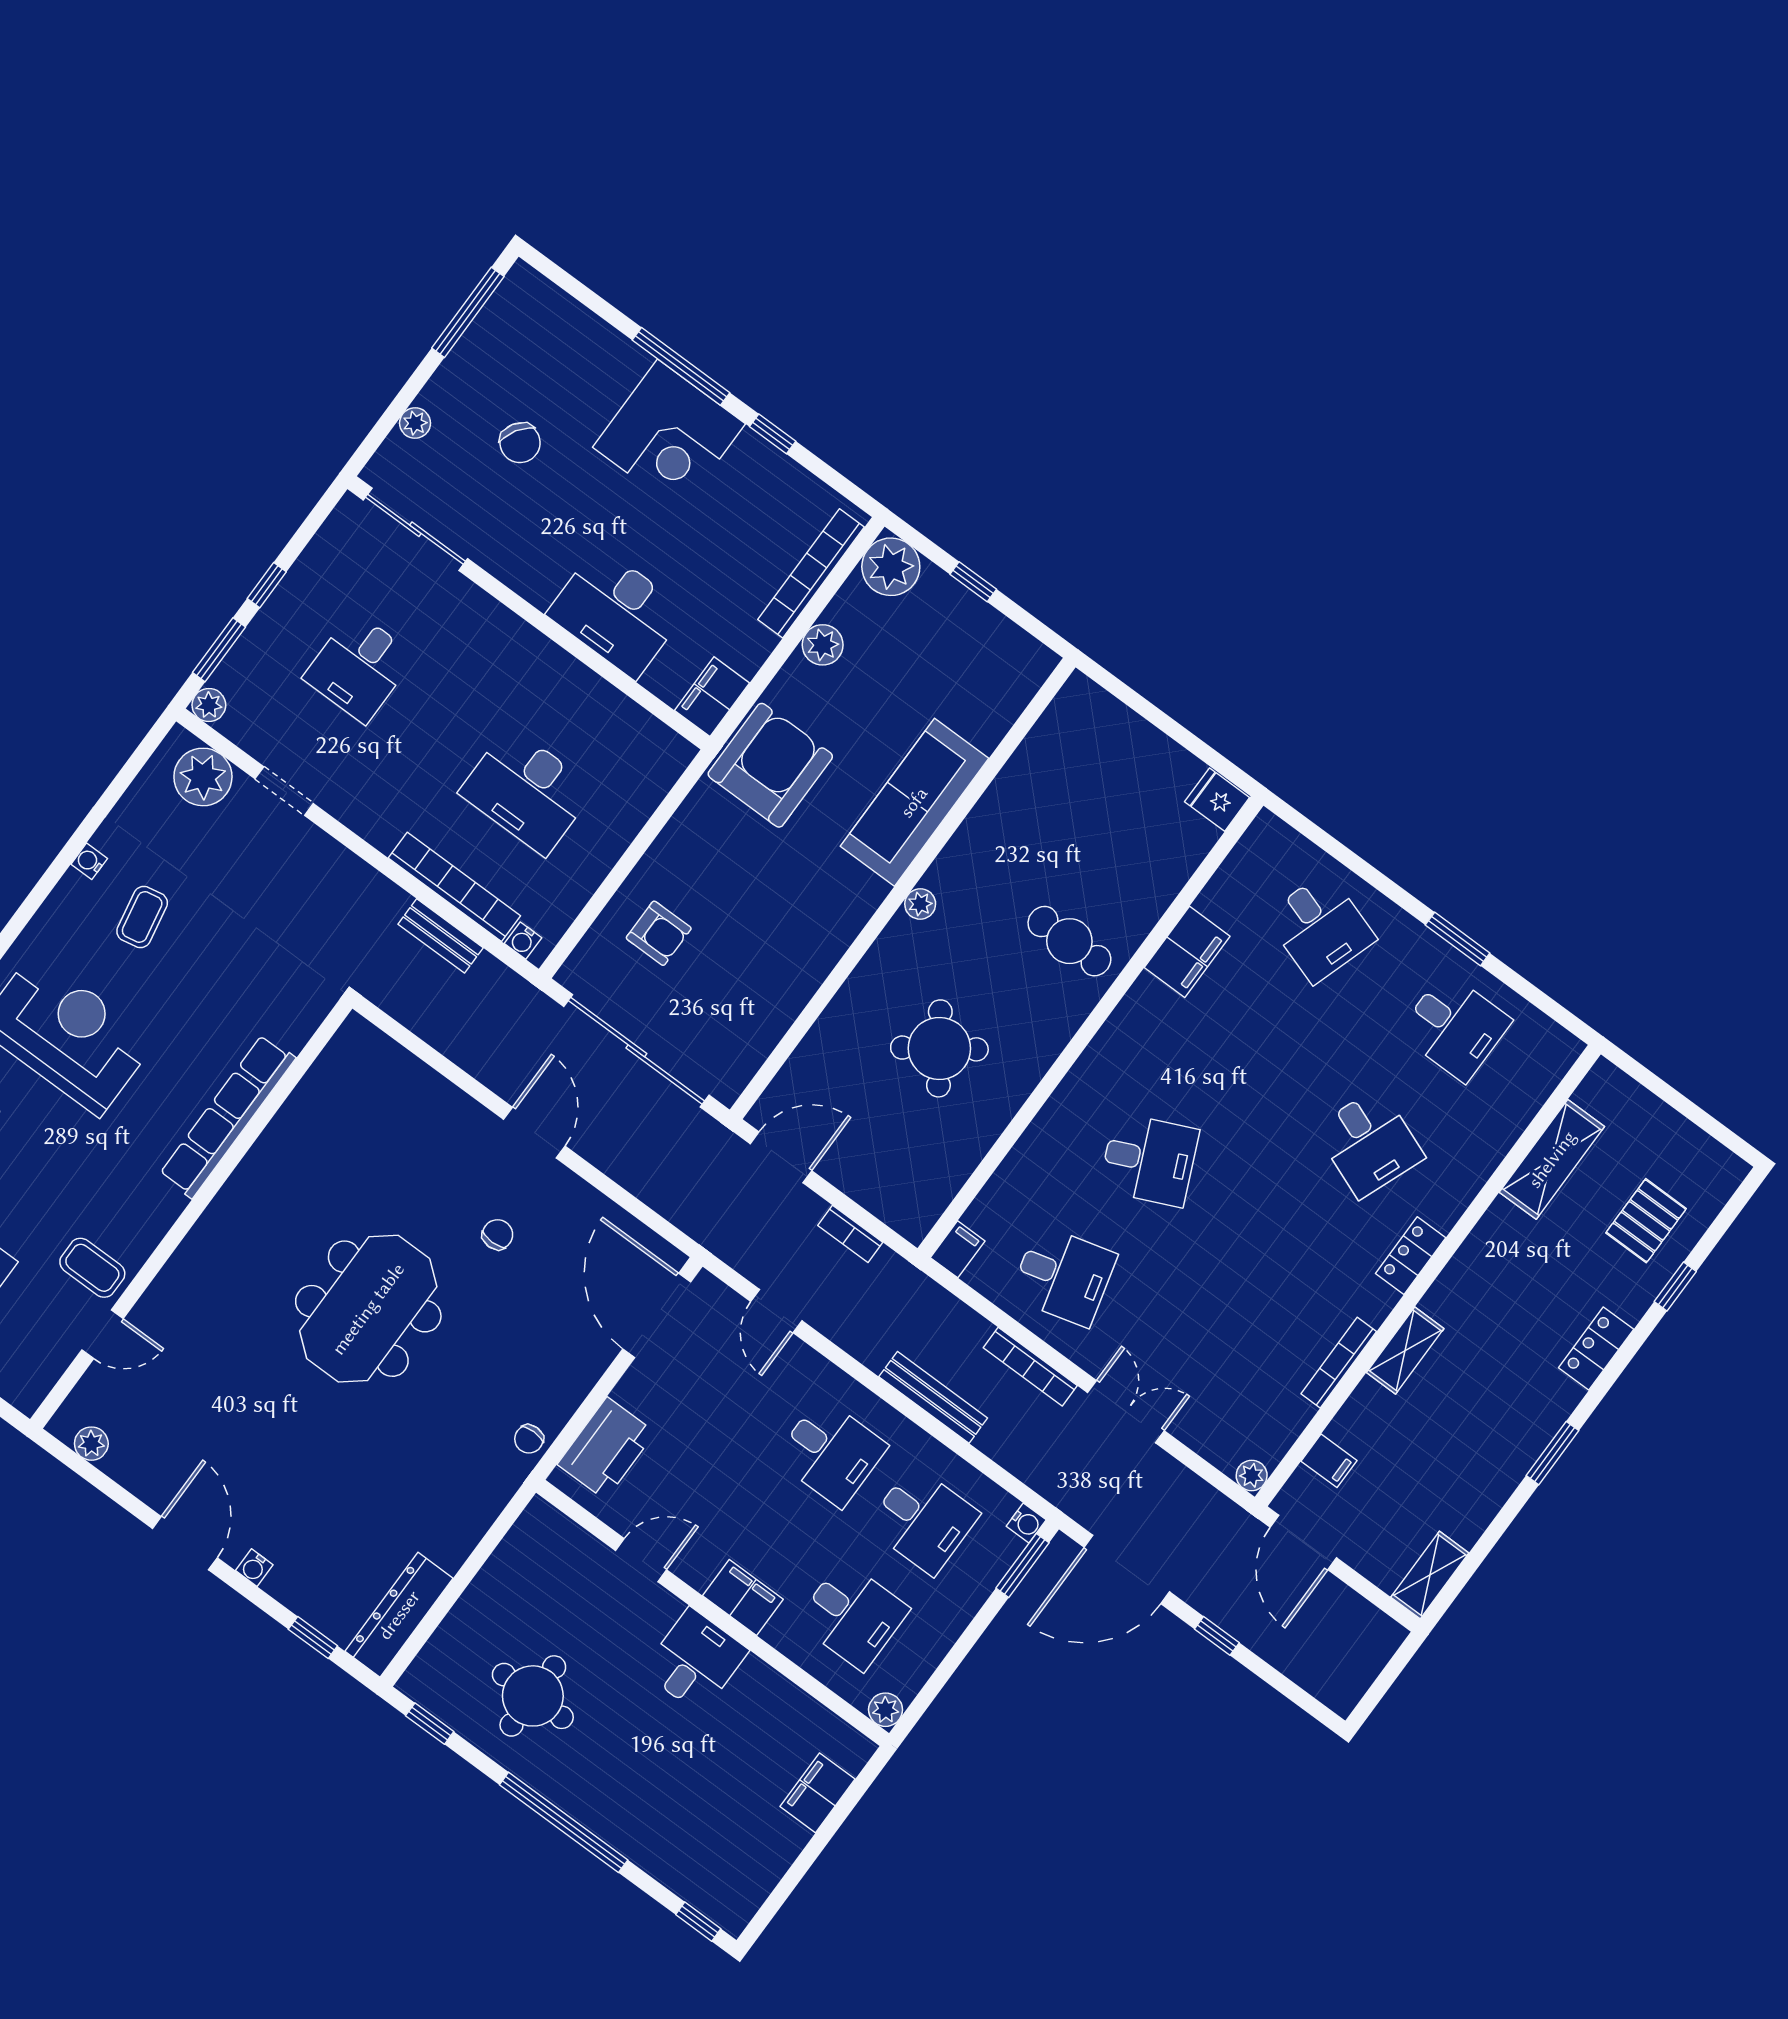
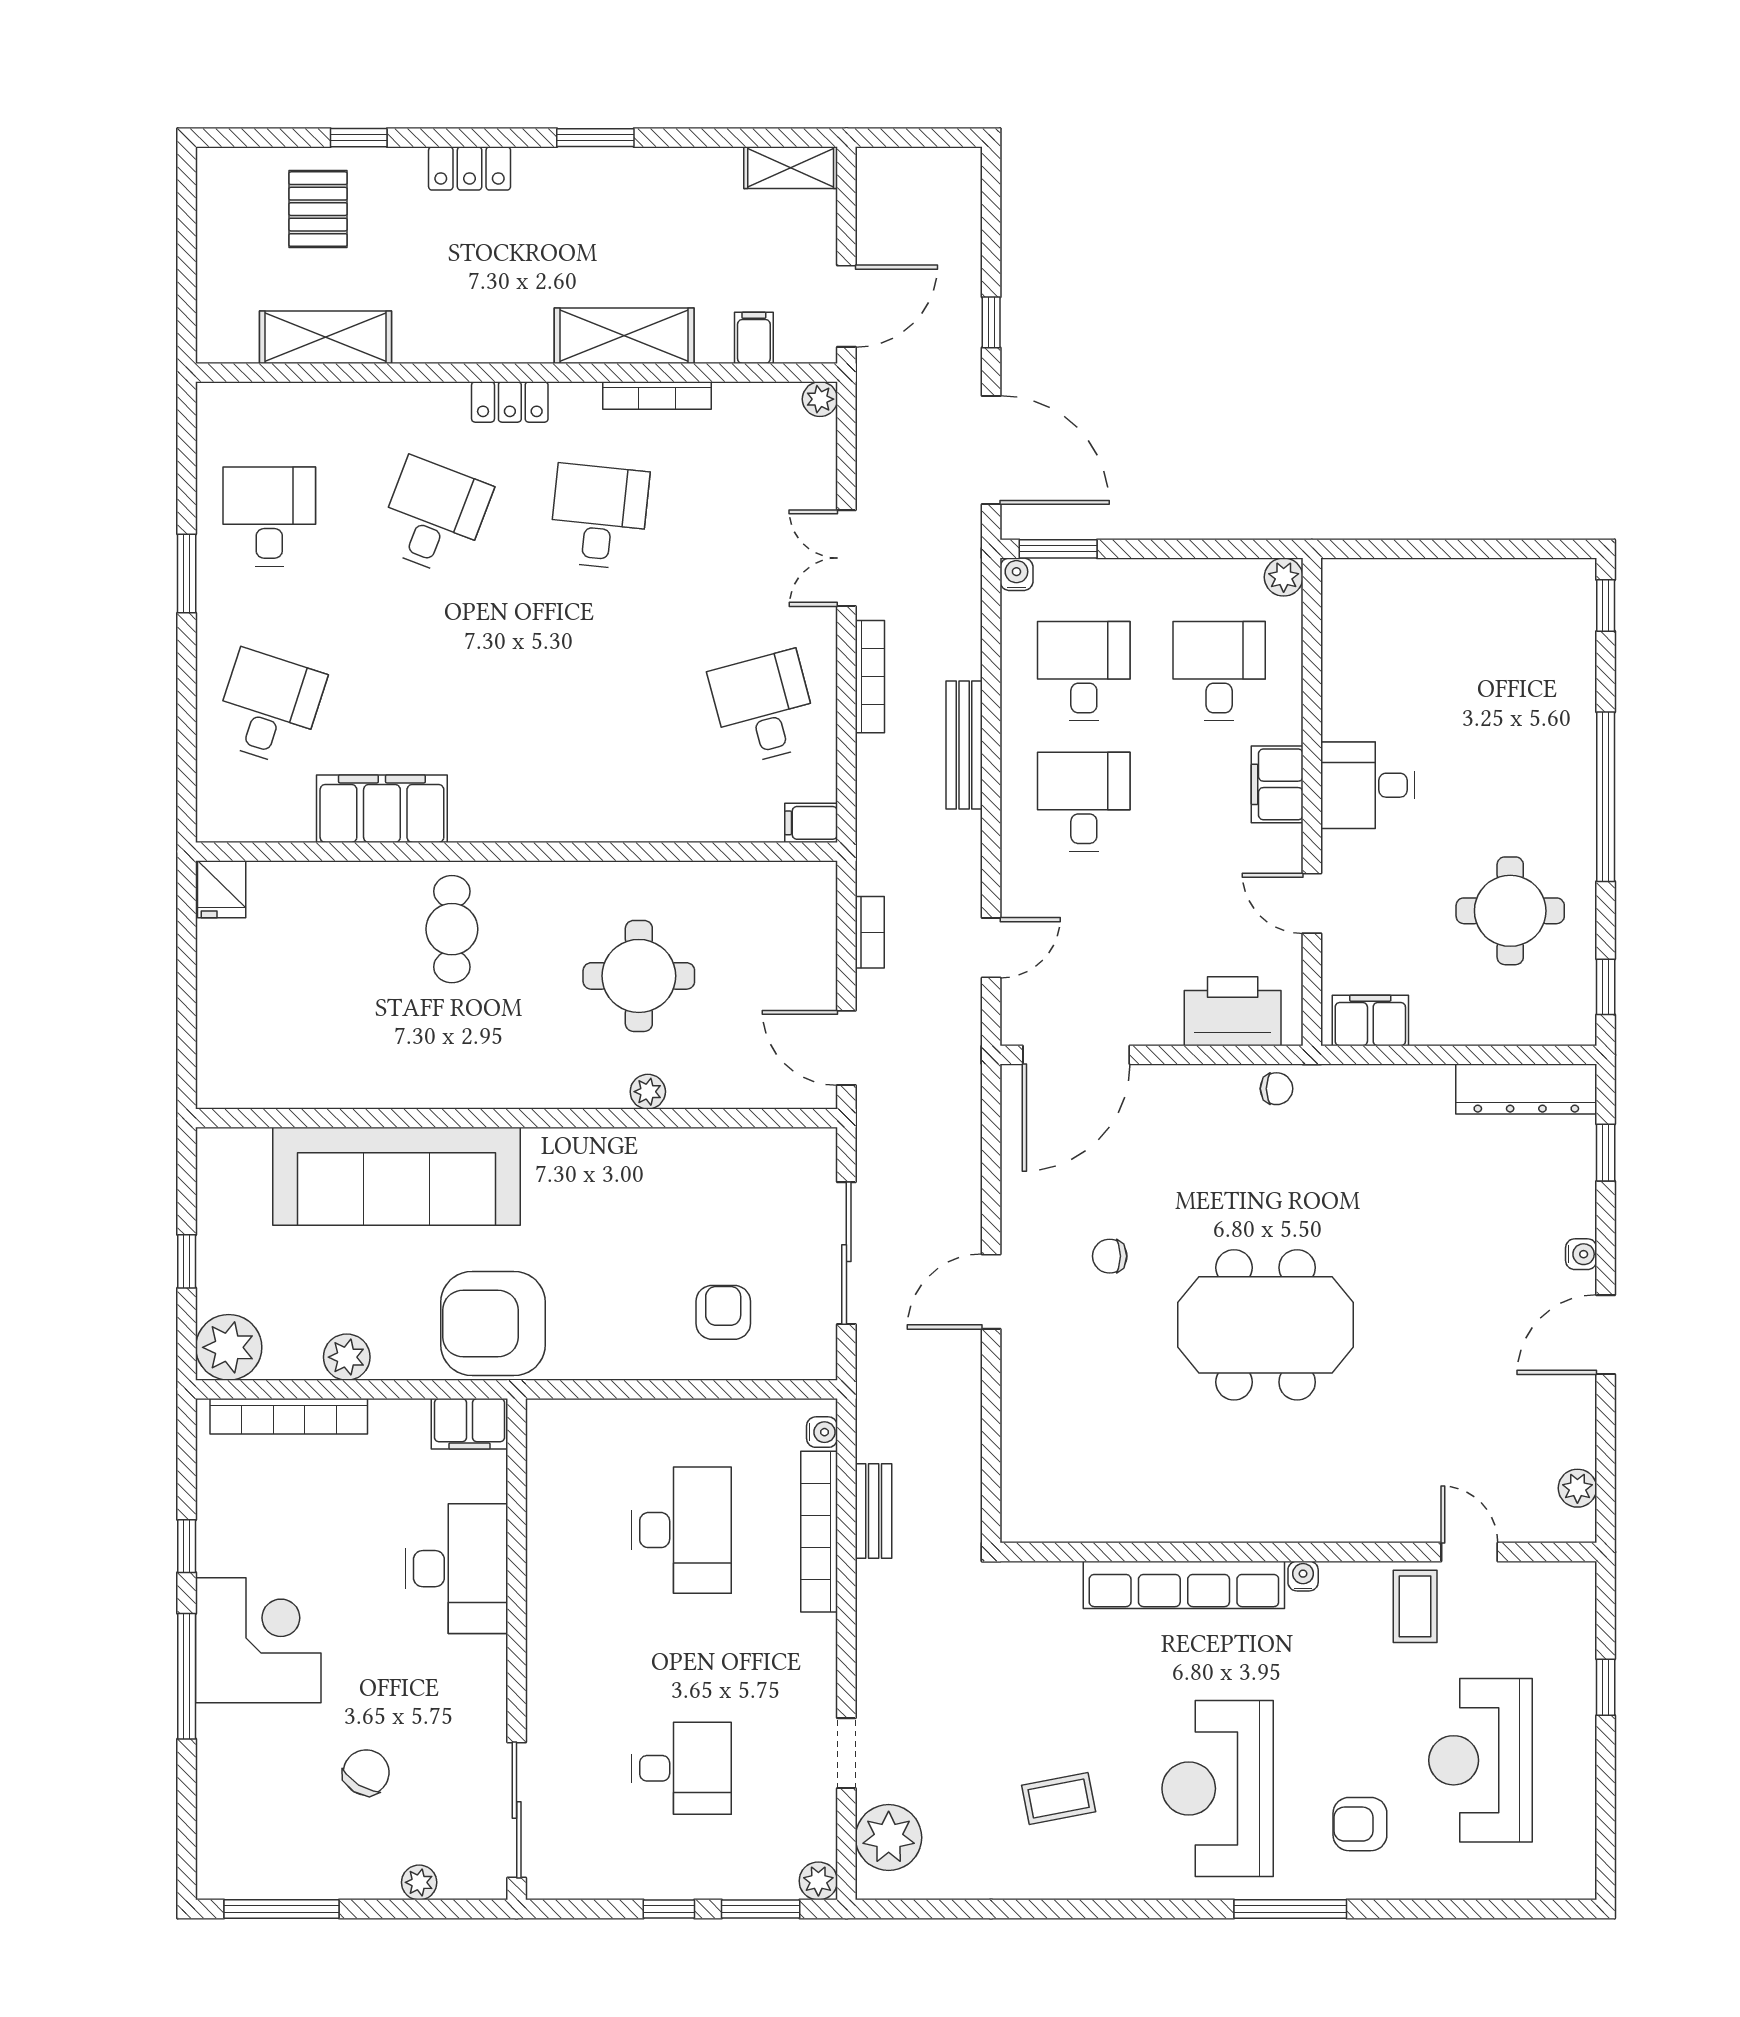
sofa: (914, 802) -> (397, 1176), width x1.36, depth x1.27
water cooler: (89, 861) -> (1303, 1576), moved, turned 180
plant: (920, 904) -> (648, 1092), moved
filing cabinet: (1187, 952) -> (382, 809), width x1.50, depth x1.17
round table: (939, 1048) -> (639, 976), turned 35
sliding door: (636, 1051) -> (846, 1253), width x0.73
desk: (1149, 1160) -> (599, 517), moved, turned 30
pallet: (1646, 1221) -> (318, 209), turned 90
shelving: (1405, 1351) -> (624, 336), width x1.50, depth x1.33
filing cabinet: (818, 1793) -> (1370, 1021), moved, turned 180

